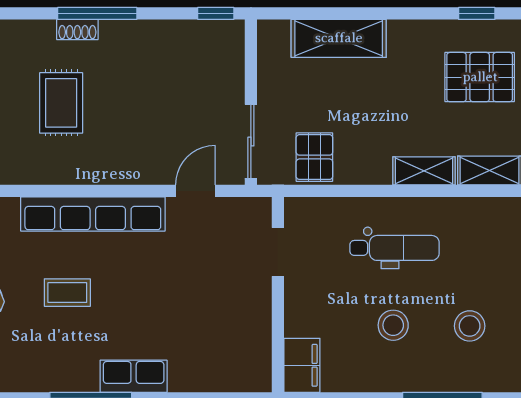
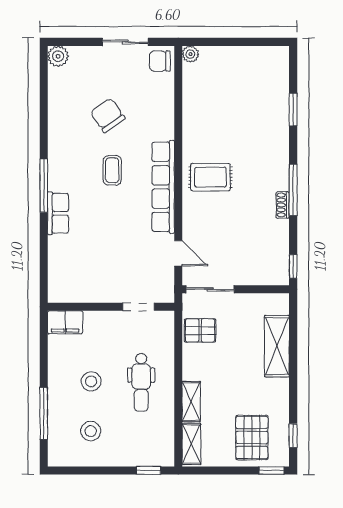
shoe rack: (77, 29) -> (283, 205), moved
rug: (61, 103) -> (210, 177), moved

